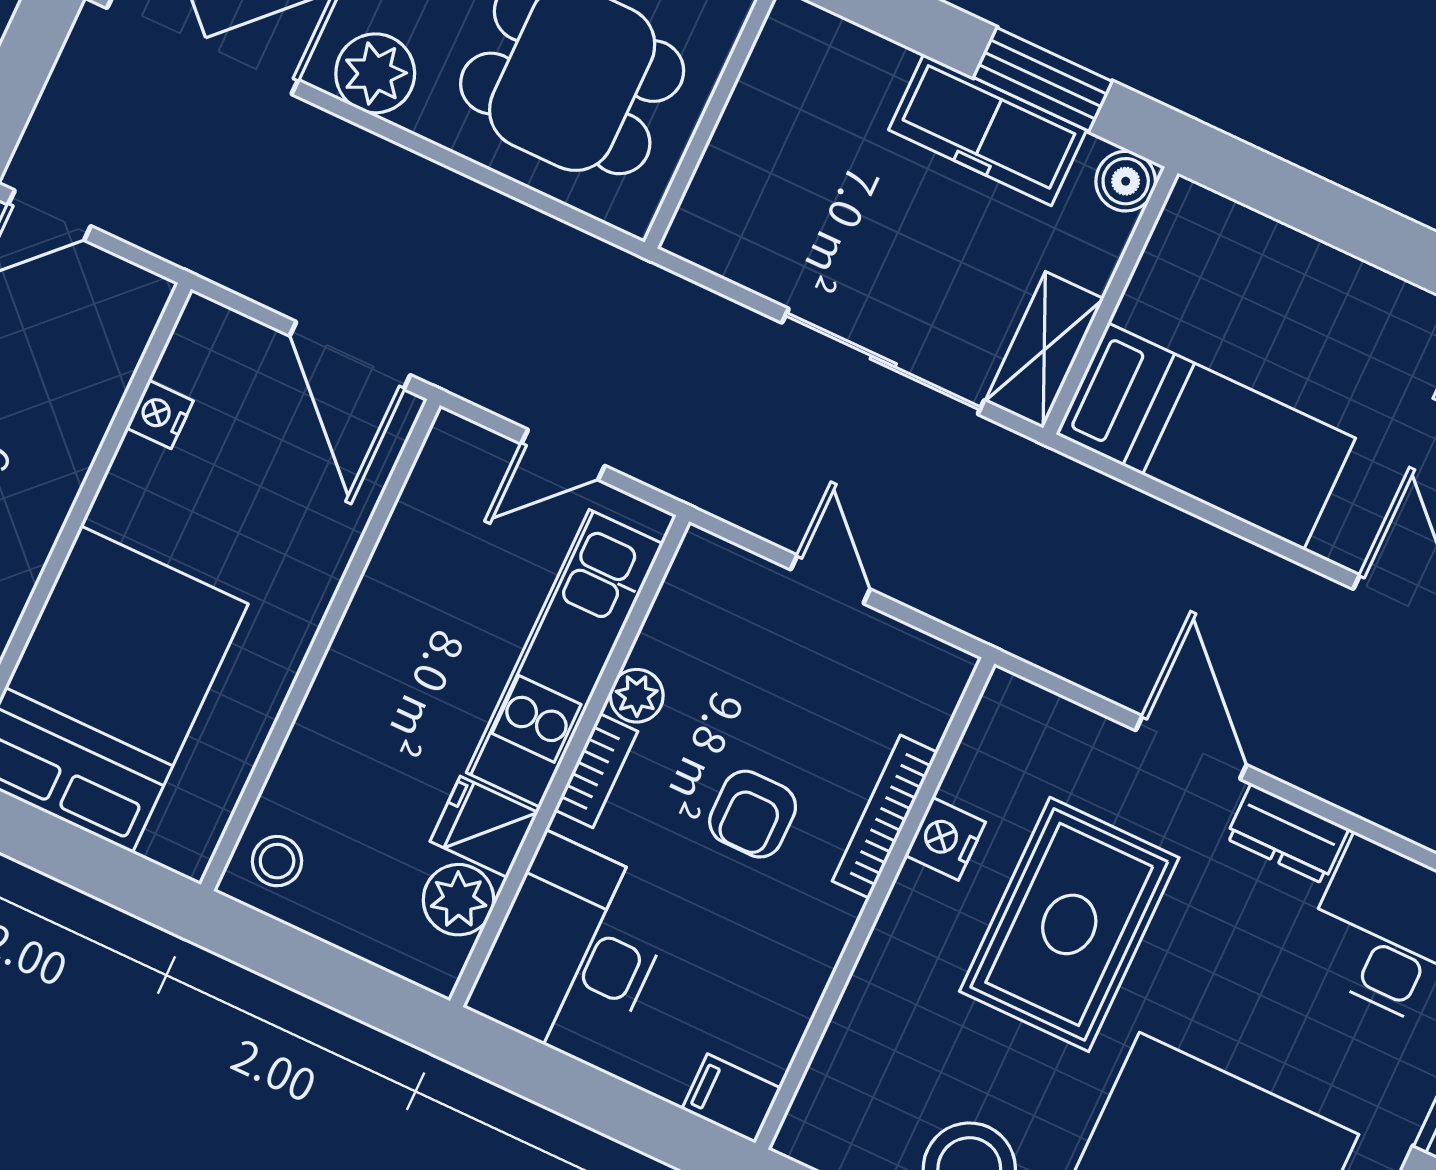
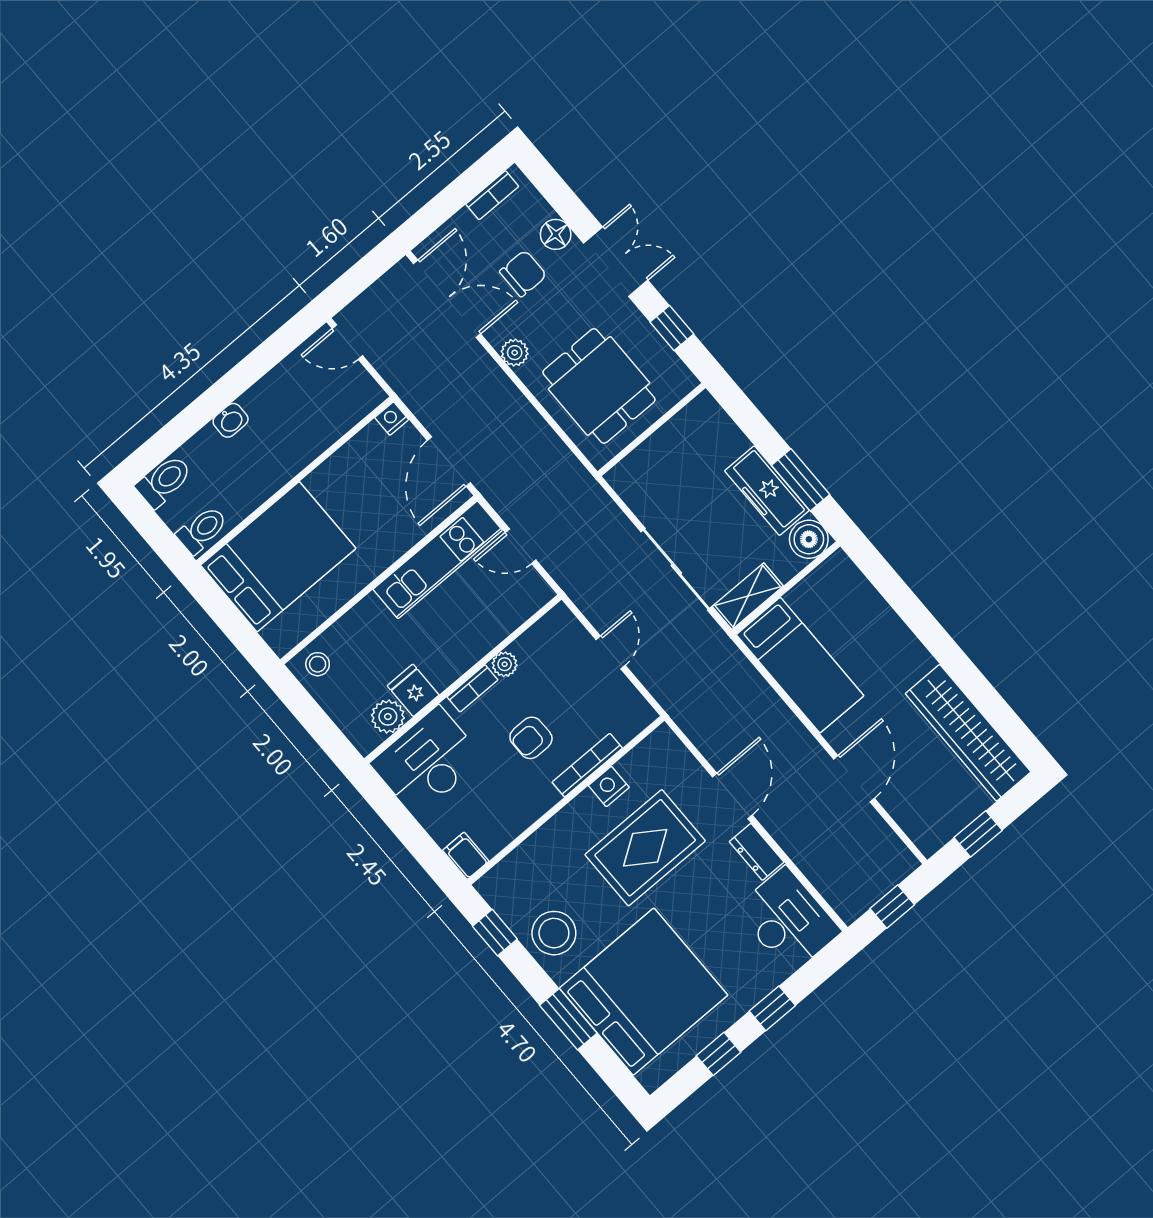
plant: (375, 73) -> (515, 353), width x0.73, depth x0.73
boiler: (1126, 181) -> (809, 539), width x1.36, depth x1.36
nightstand: (160, 414) -> (392, 419), moved
kitchen unit: (565, 658) -> (438, 560), moved, turned 180

